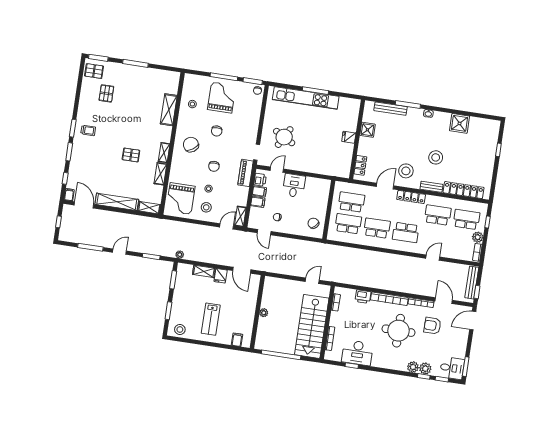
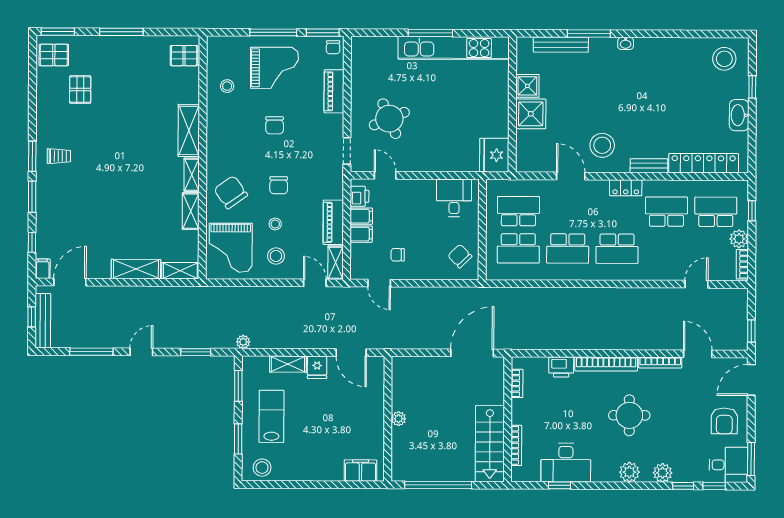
grand piano: (222, 98) -> (275, 68), turned 90
kitchen unit: (306, 98) -> (454, 48), moved
shelving: (169, 110) -> (189, 130), moved
piano: (254, 116) -> (334, 91), added
shower: (460, 123) -> (531, 114), moved
round table: (284, 137) -> (389, 119), turned 38
fridge: (349, 137) -> (494, 155), moved, width x1.88, depth x1.34
chair: (191, 145) -> (231, 192), moved
pallet: (131, 155) -> (184, 56), moved
stool: (436, 157) -> (724, 59), moved
locker: (360, 165) -> (524, 147), removed
washbasin: (488, 165) -> (739, 115), added
door: (277, 170) -> (385, 175), hinge flipped
piano: (246, 173) -> (333, 222), moved
desk: (294, 186) -> (454, 198), moved
door: (385, 186) -> (571, 176), hinge flipped
locker: (411, 197) -> (626, 188), width x0.66
shelving: (117, 202) -> (136, 269), width x0.68
door: (84, 205) -> (70, 282), hinge flipped
school desk: (348, 224) -> (518, 248), turned 180
door: (227, 226) -> (315, 283), hinge flipped
school desk: (377, 228) -> (568, 249), turned 180
door: (433, 258) -> (696, 284), moved
door: (312, 281) -> (472, 353), width x1.88
bench: (472, 283) -> (43, 321), moved
lab bench: (211, 319) -> (271, 416), moved, turned 180
stairs: (312, 326) -> (490, 444), width x0.73, depth x0.66
armchair: (432, 326) -> (724, 421), moved, turned -90
round table: (399, 331) -> (629, 415), width x0.73, depth x0.73
filing cabinet: (237, 340) -> (360, 471), width x2.00
plant: (425, 369) -> (629, 472), moved

